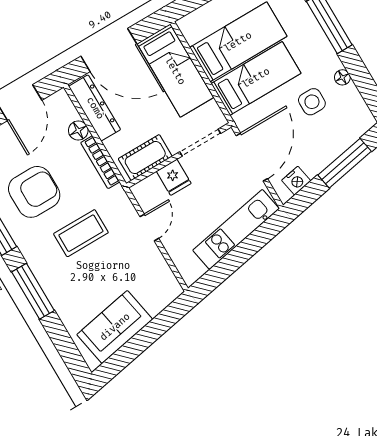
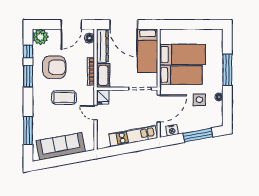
floor lamp: (78, 130) -> (89, 38), moved
cot: (145, 158) -> (103, 75), moved, turned 90
fridge: (174, 177) -> (103, 97), moved
door: (149, 227) -> (96, 113), swing flipped
window: (33, 291) -> (28, 130), moved
sofa: (115, 327) -> (61, 146), width x1.36

